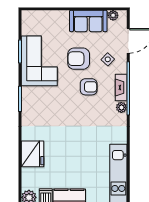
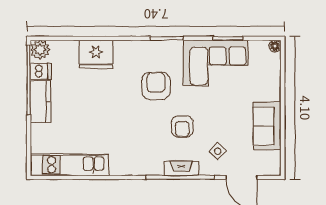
floor lamp: (26, 15) -> (275, 46), added
plant: (113, 15) -> (274, 158), removed
armchair: (79, 59) -> (156, 86), moved
plant: (121, 107) -> (156, 169), removed

